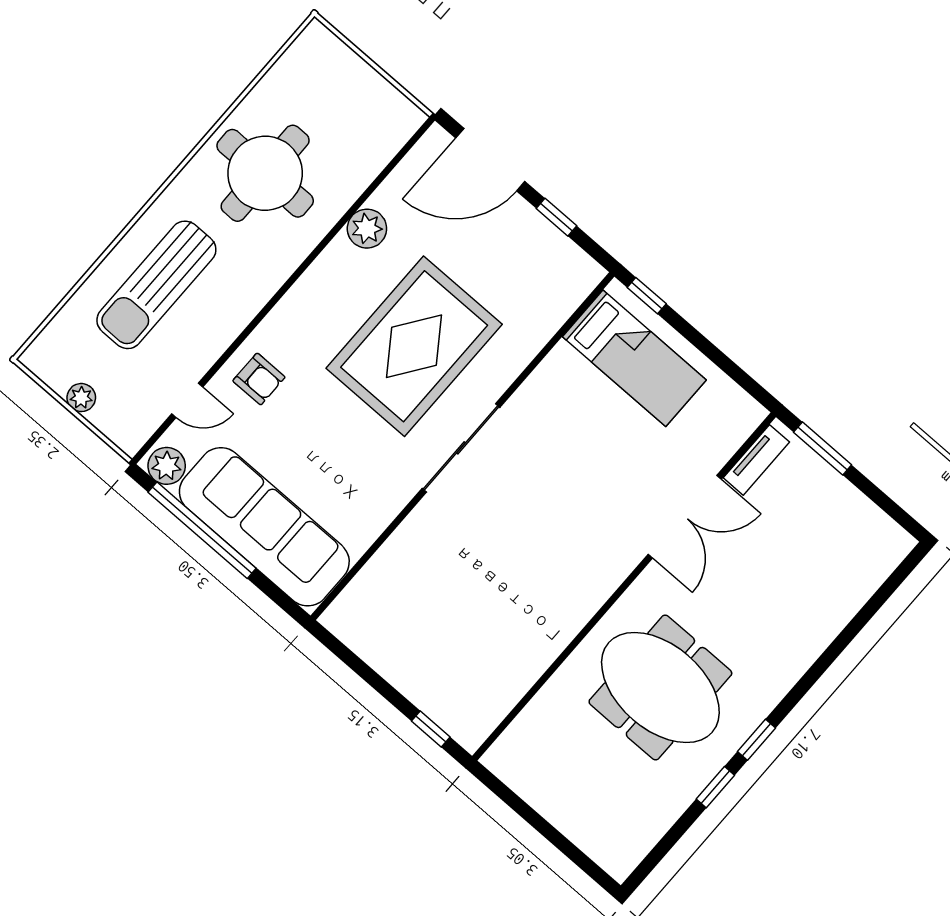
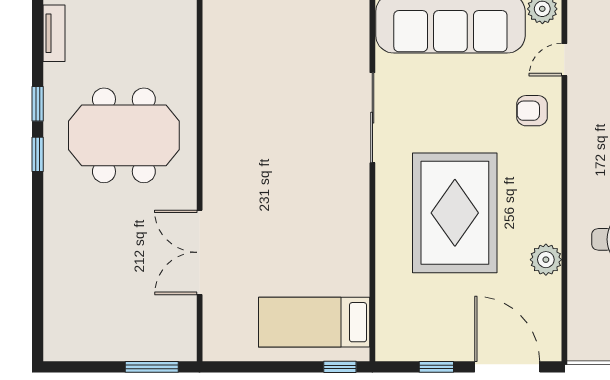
door: (490, 160) -> (507, 367), hinge flipped
sliding door: (461, 448) -> (372, 118), moved
tv unit: (756, 460) -> (54, 33), moved, turned 180

